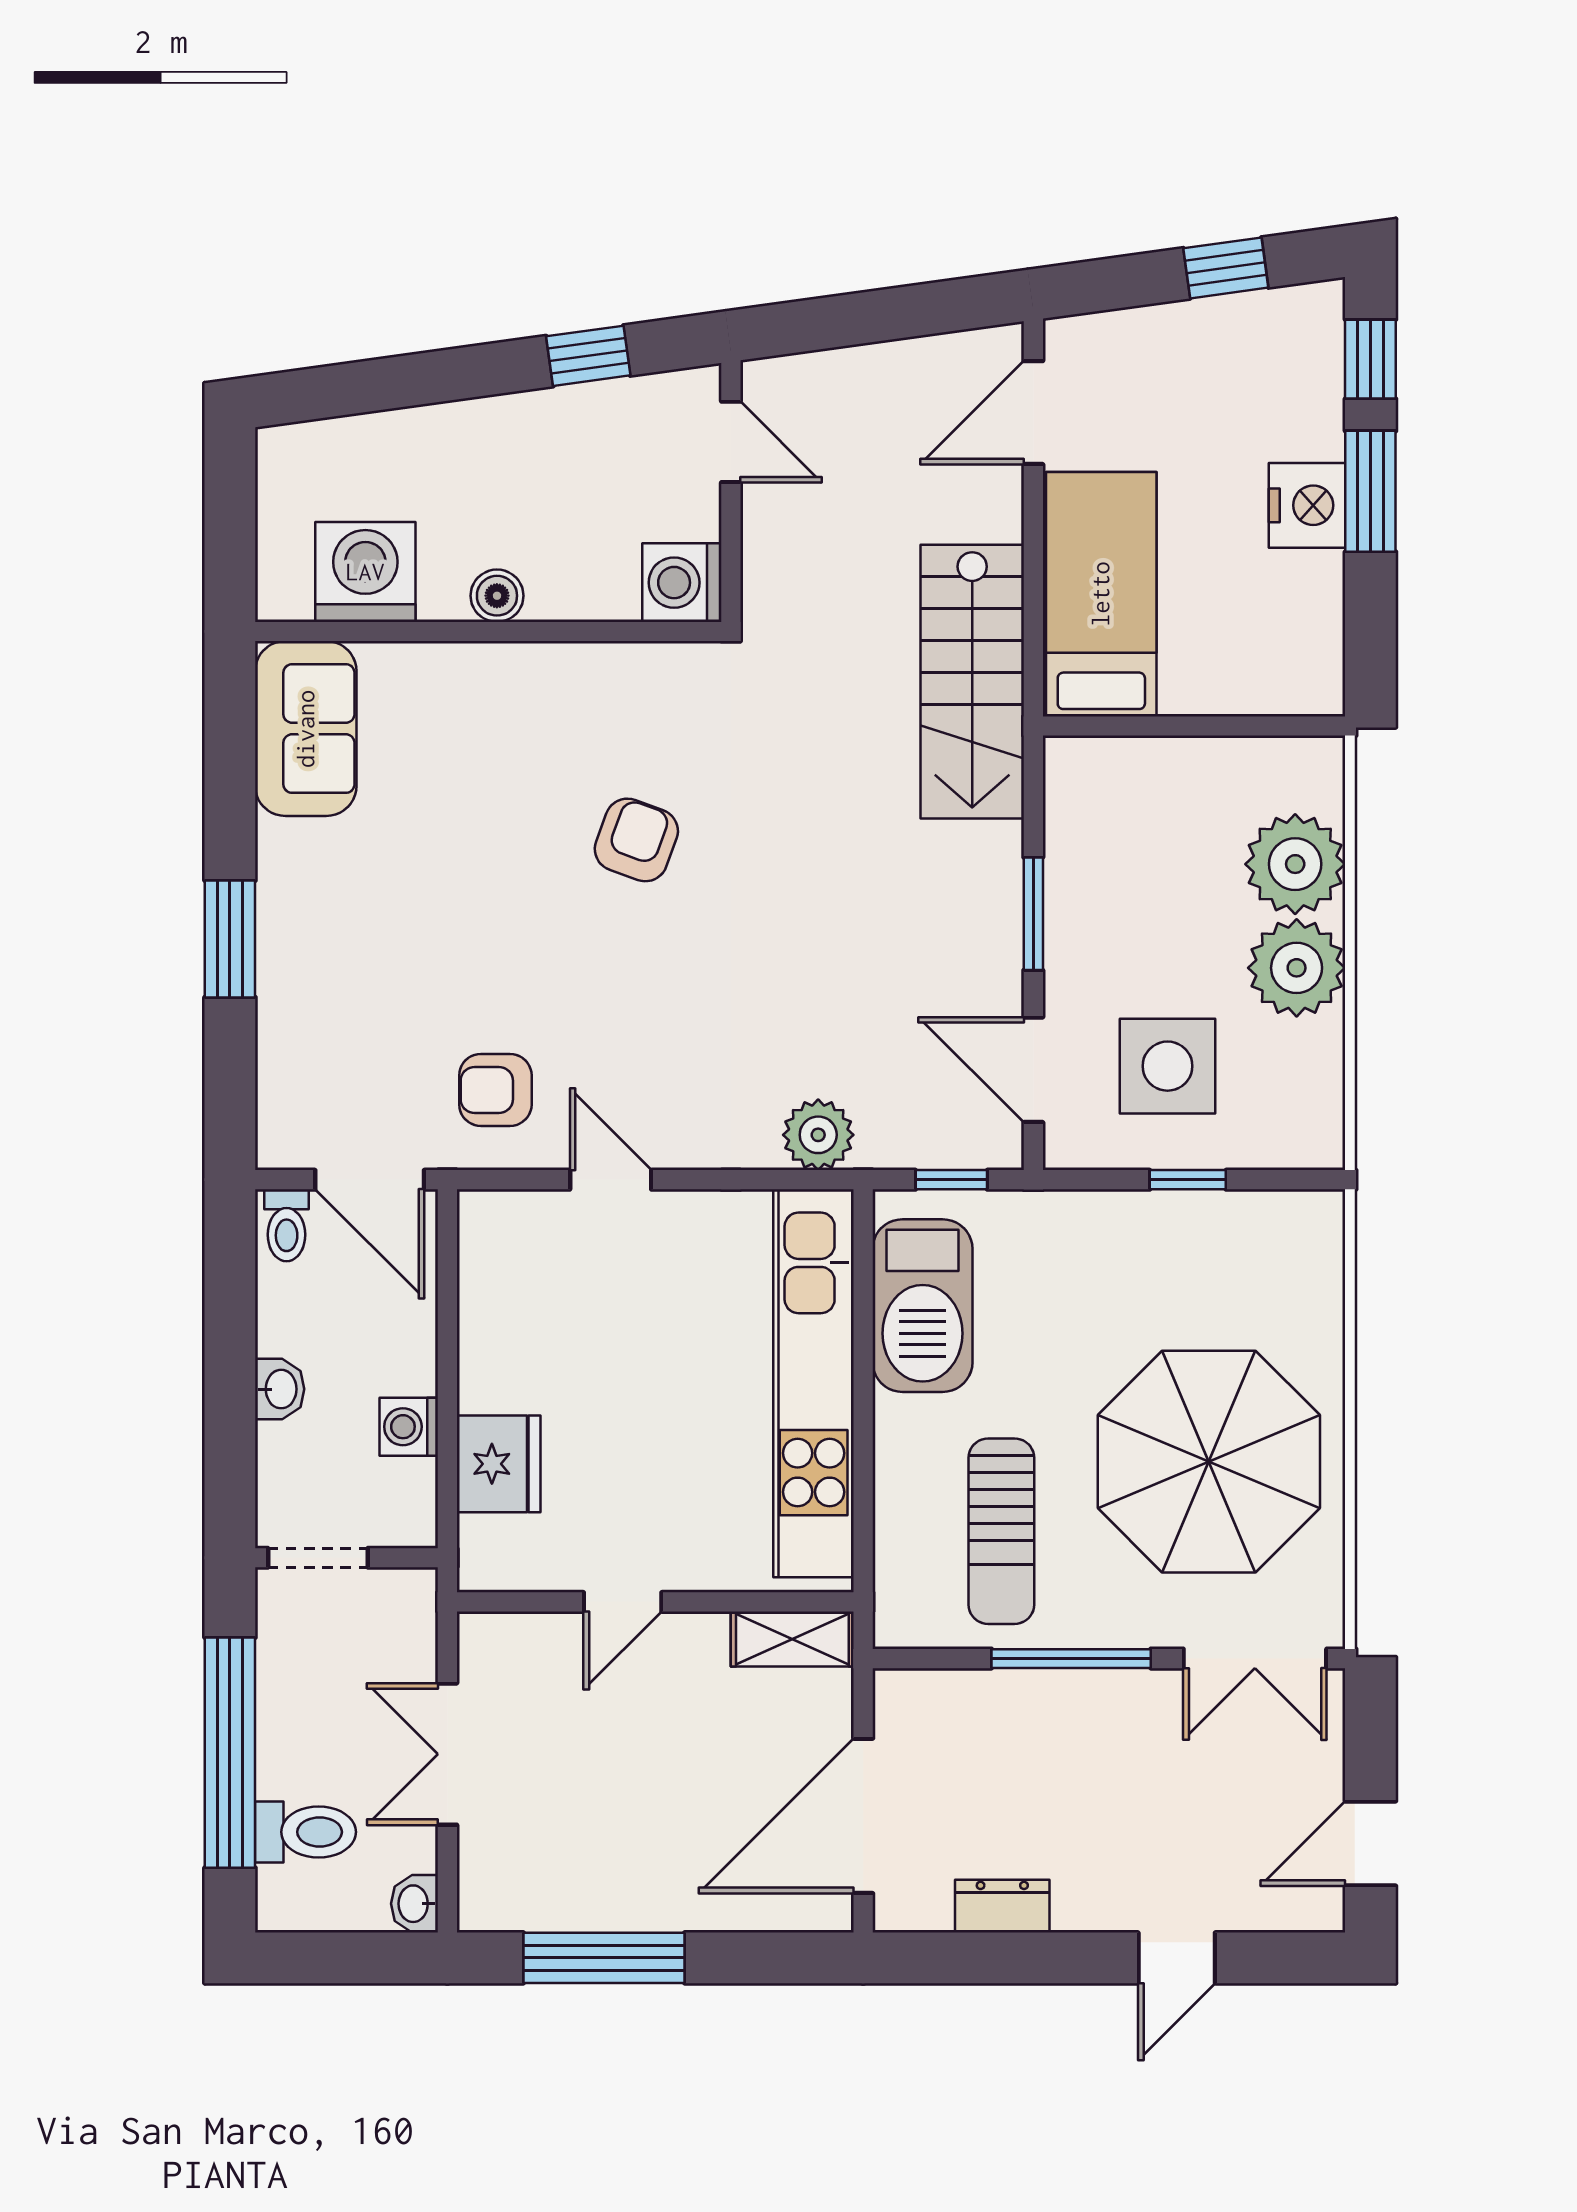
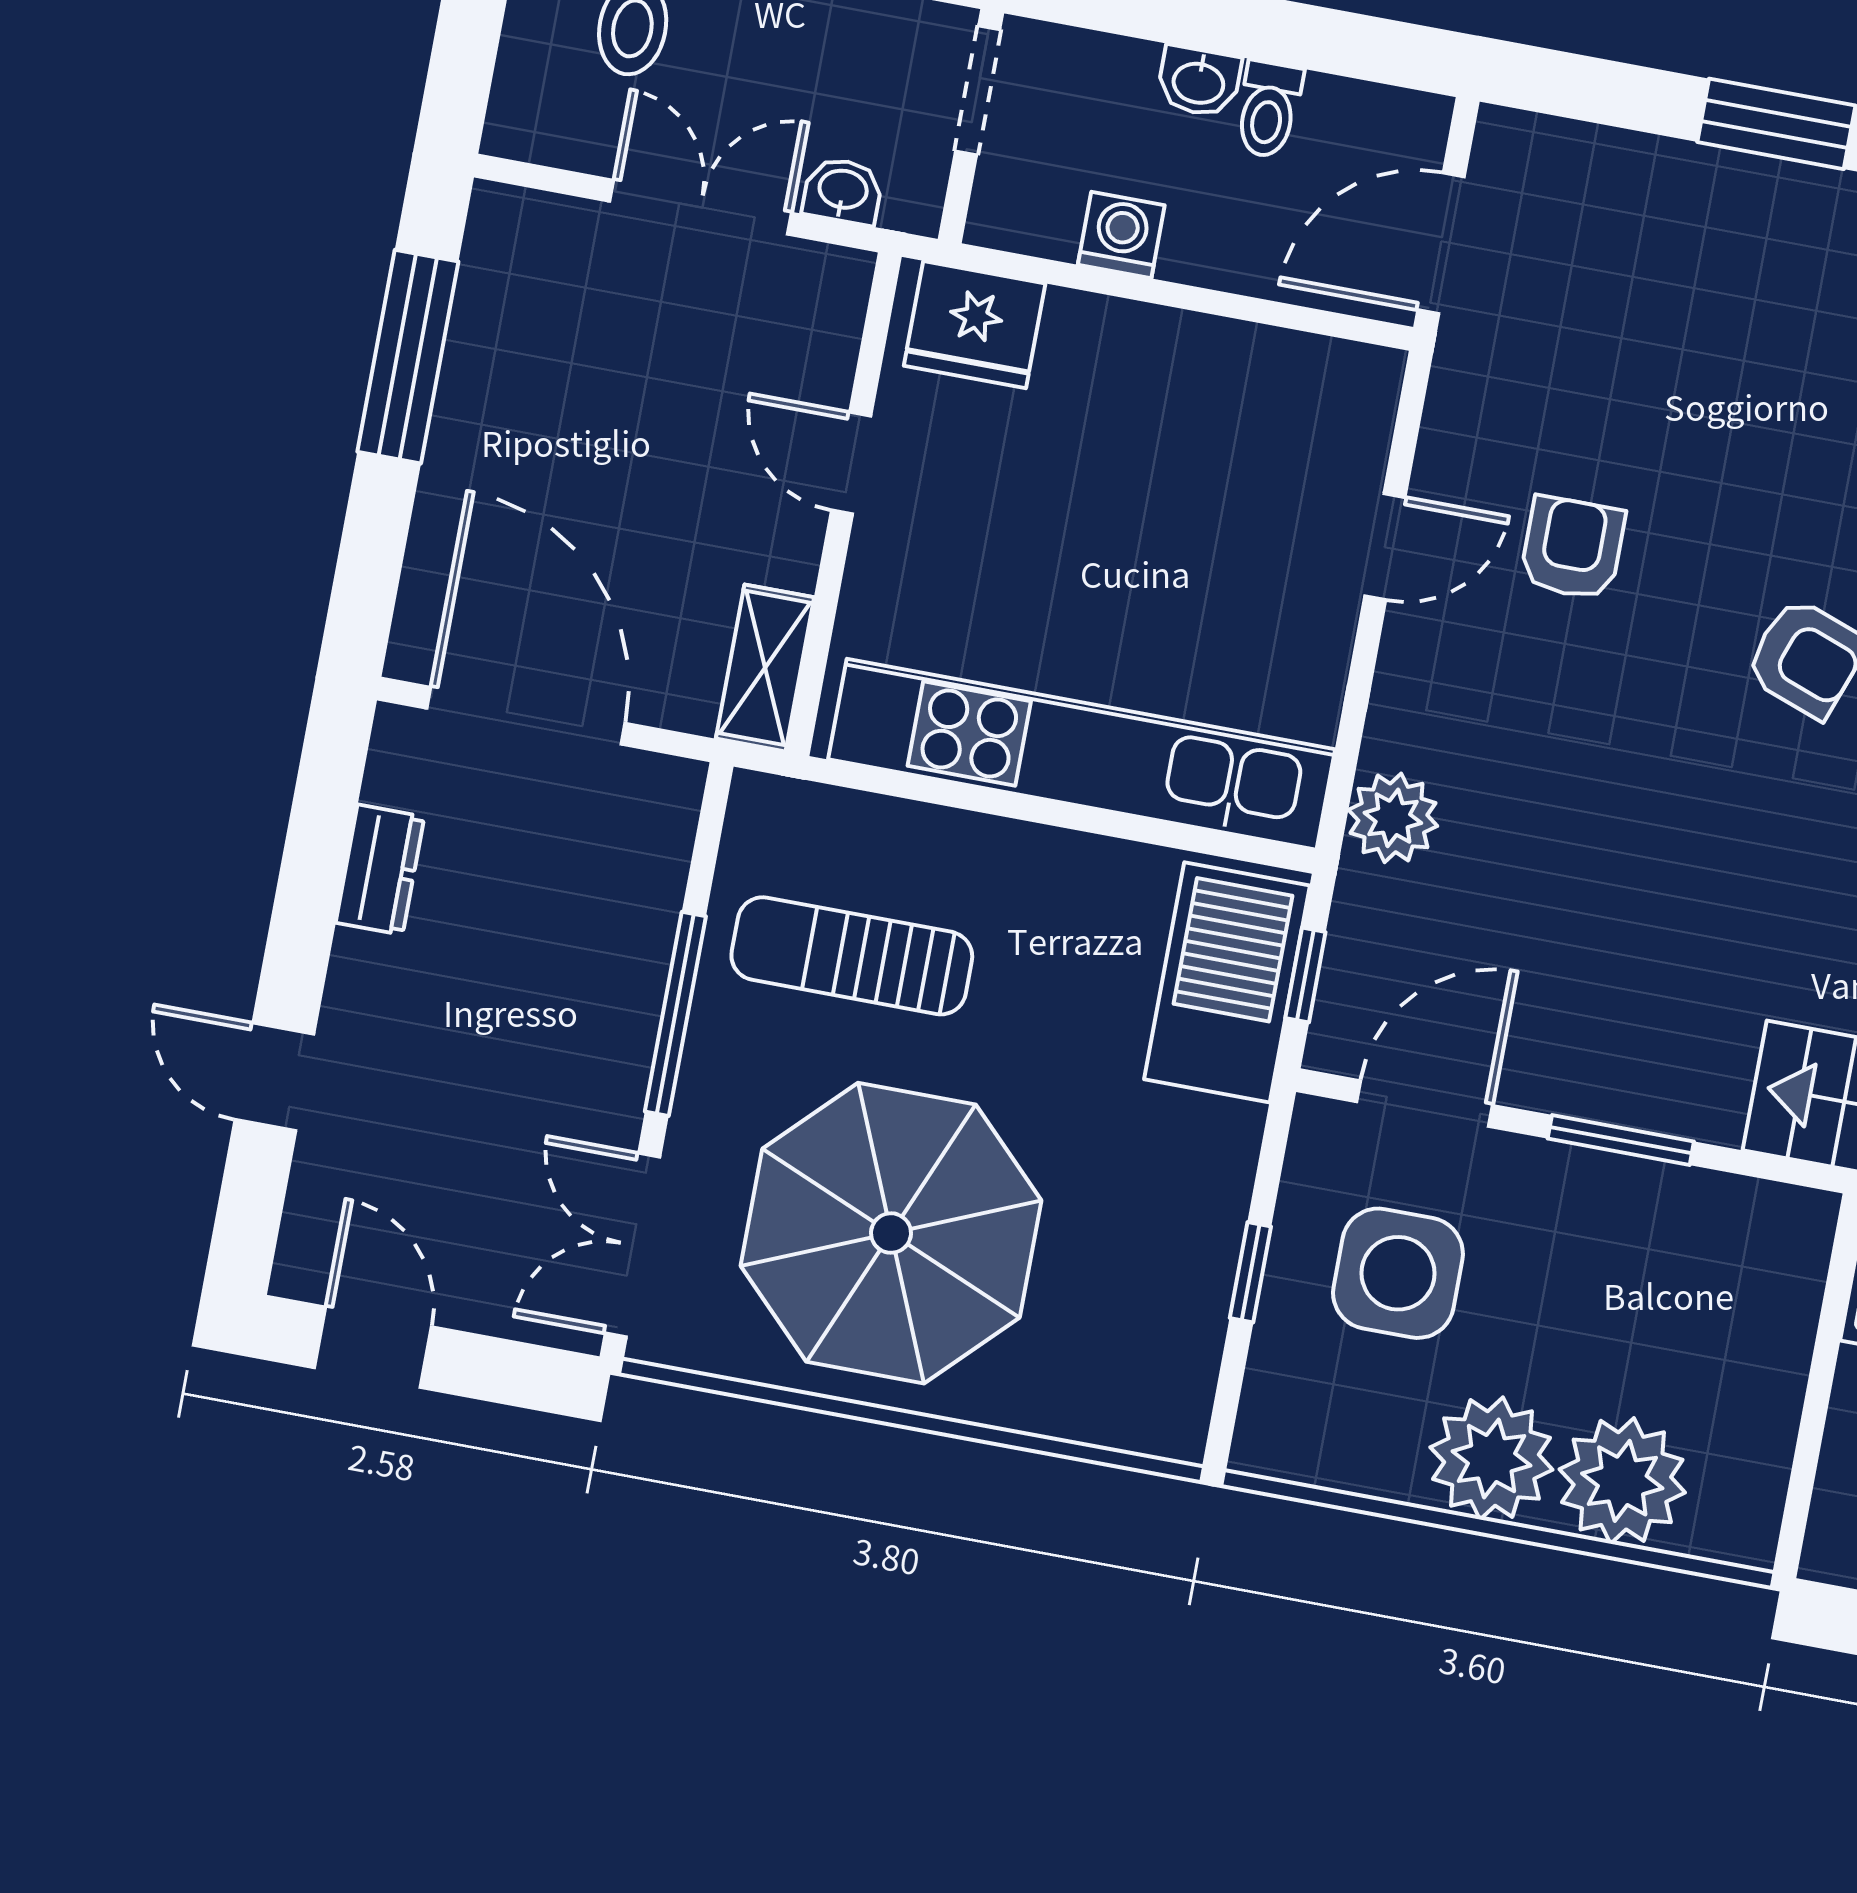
armchair: (495, 1090) -> (1572, 548), moved
toilet: (287, 1225) -> (1268, 109), moved, turned -90
barbecue: (923, 1306) -> (1227, 982), moved, turned 90
fridge: (499, 1464) -> (975, 325), moved
washbasin: (415, 1904) -> (843, 191), moved

